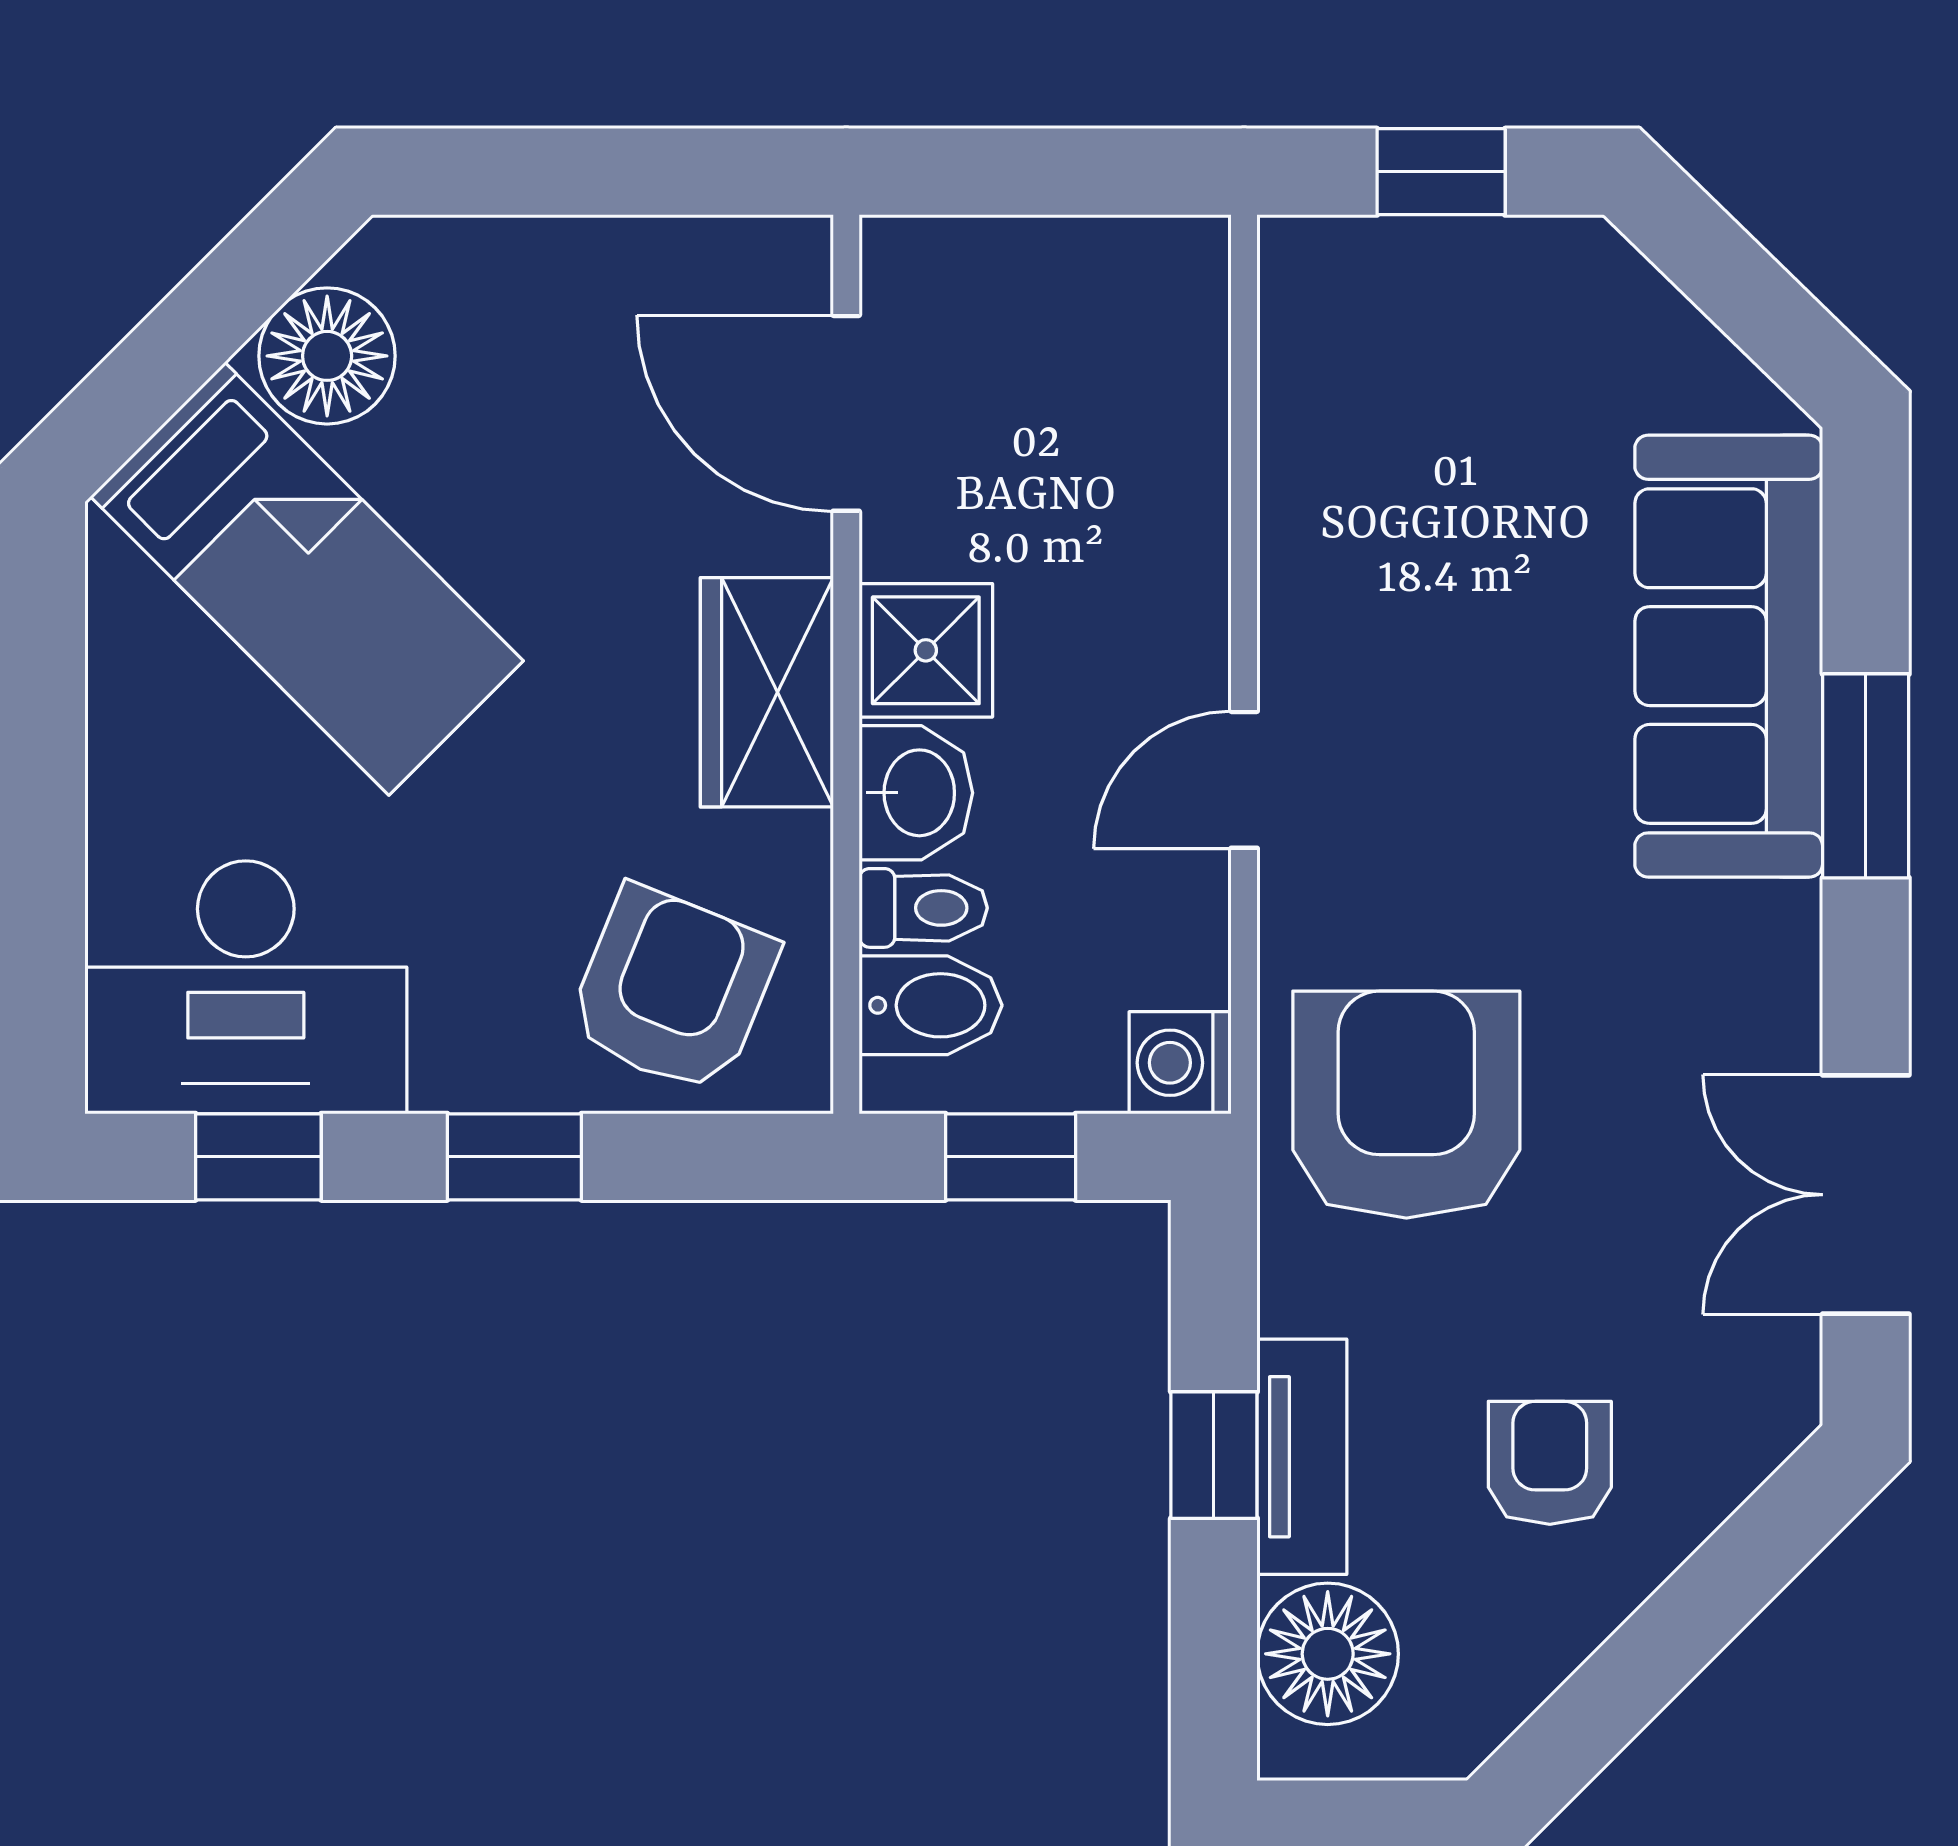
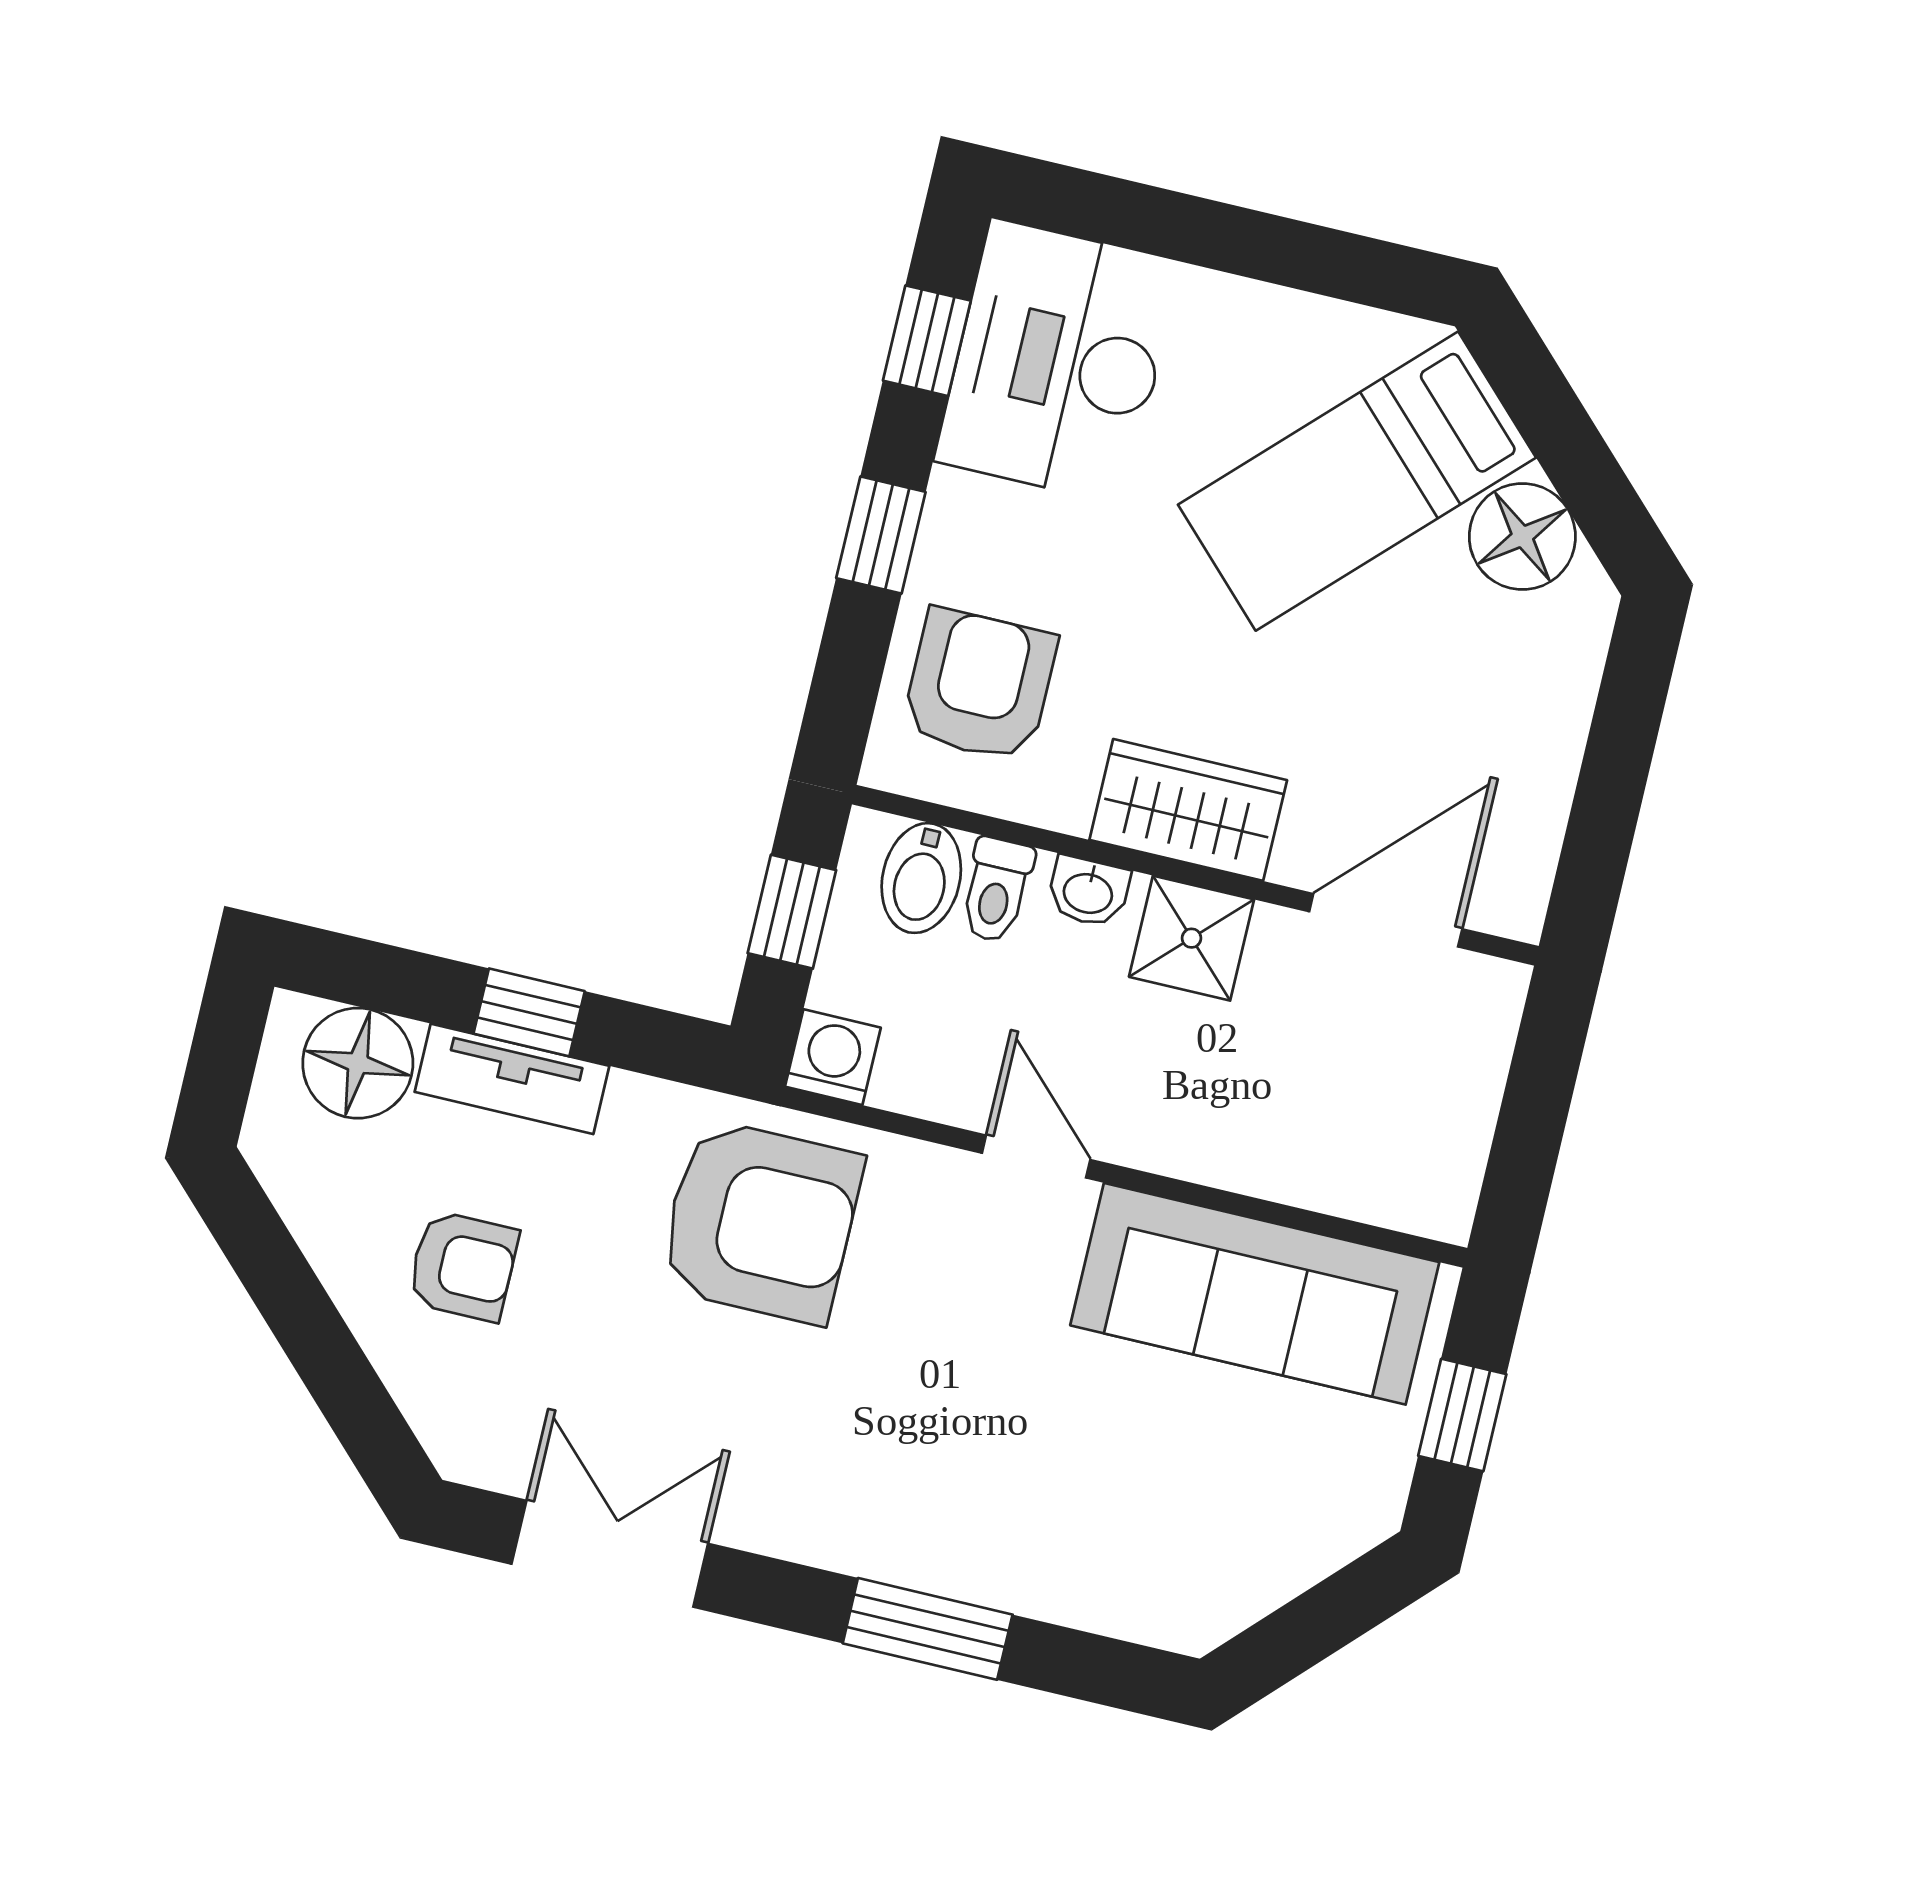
sofa: (1729, 656) -> (1255, 1294), moved, turned 180
washbasin: (916, 793) -> (1088, 892), width x0.72, depth x0.69
armchair: (673, 990) -> (979, 685), turned -112

